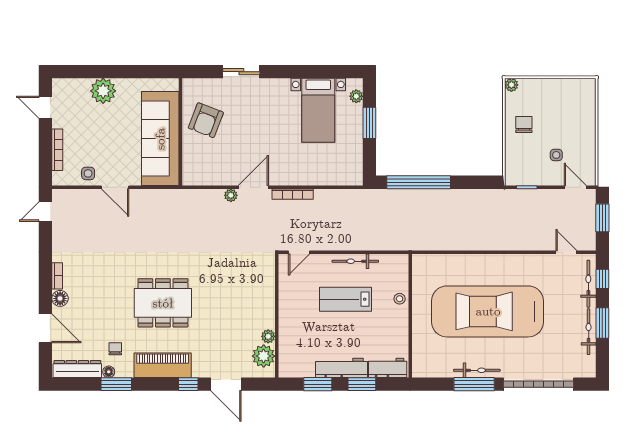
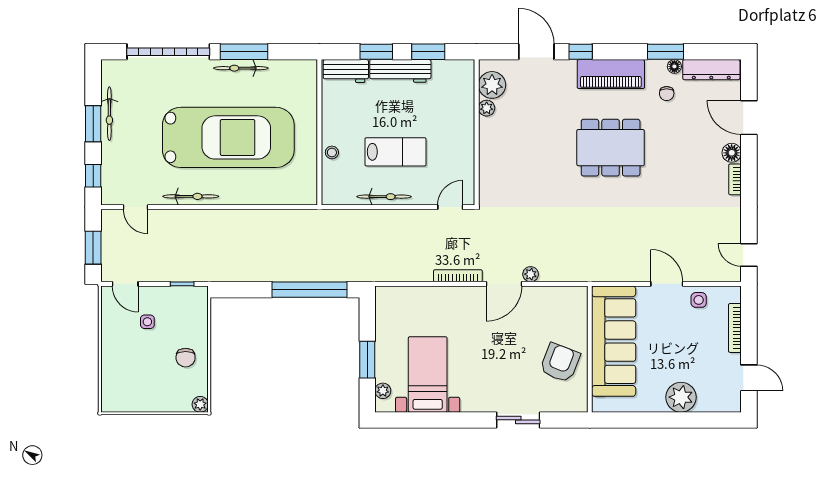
door: (45, 212) -> (749, 255), swing flipped
bicycle: (588, 284) -> (191, 196), moved, turned -90

